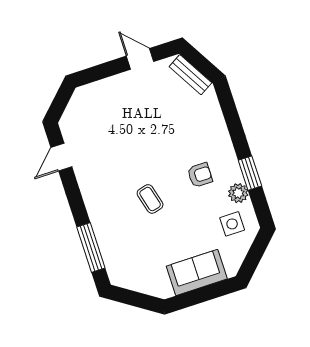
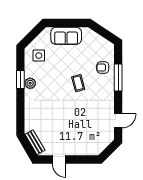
armchair: (200, 175) -> (103, 68), moved
plant: (238, 193) -> (30, 83), moved
window: (91, 248) -> (118, 78), moved

